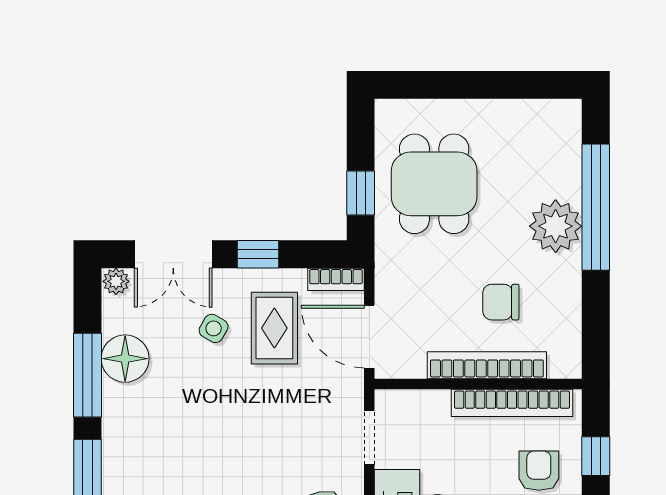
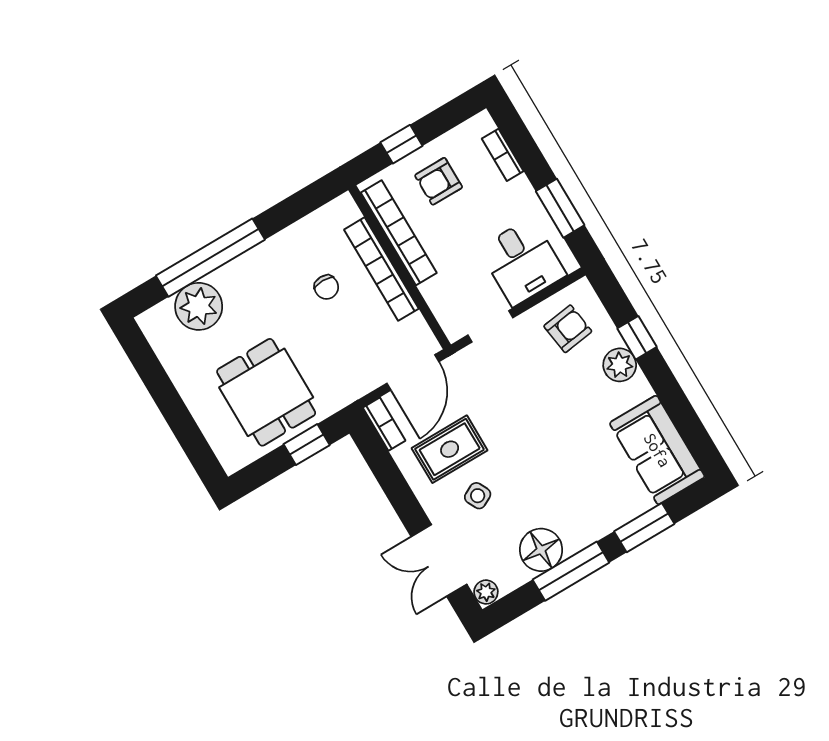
dining table: (434, 184) -> (266, 392), turned 90
plant: (556, 226) -> (199, 306), moved
double door: (173, 254) -> (439, 560), swing flipped
window: (258, 254) -> (400, 495), removed
chair: (501, 302) -> (326, 287), width x0.73, depth x0.73
side table: (214, 328) -> (478, 496), turned 33

